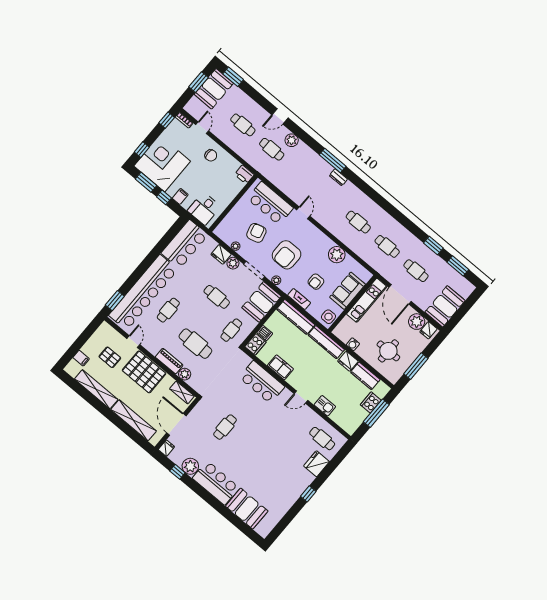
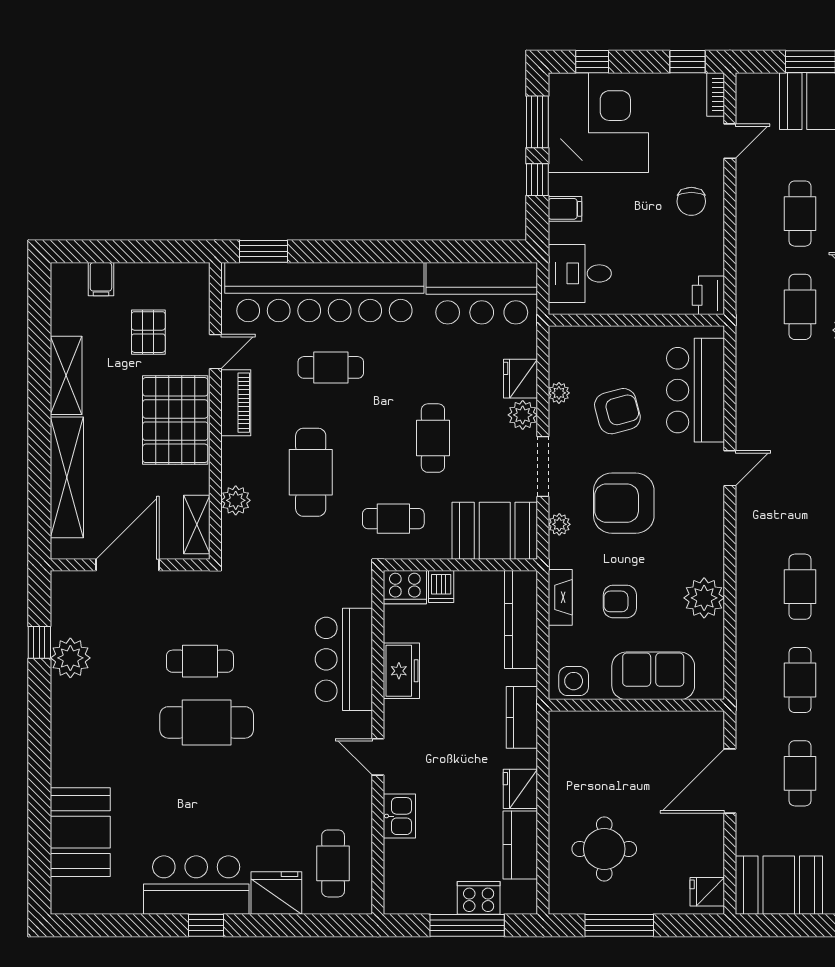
kitchen unit: (367, 300) -> (666, 727), removed
plant: (417, 322) -> (705, 856), removed
kitchen counter: (326, 342) -> (522, 717), width x0.67
water cooler: (353, 344) -> (560, 771), removed
piano: (169, 361) -> (236, 403), moved
shelving: (96, 389) -> (66, 375), width x0.68
cafe table: (246, 441) -> (207, 722), added
fridge: (166, 448) -> (67, 584), removed
bar counter: (216, 483) -> (196, 885), moved, turned -90

